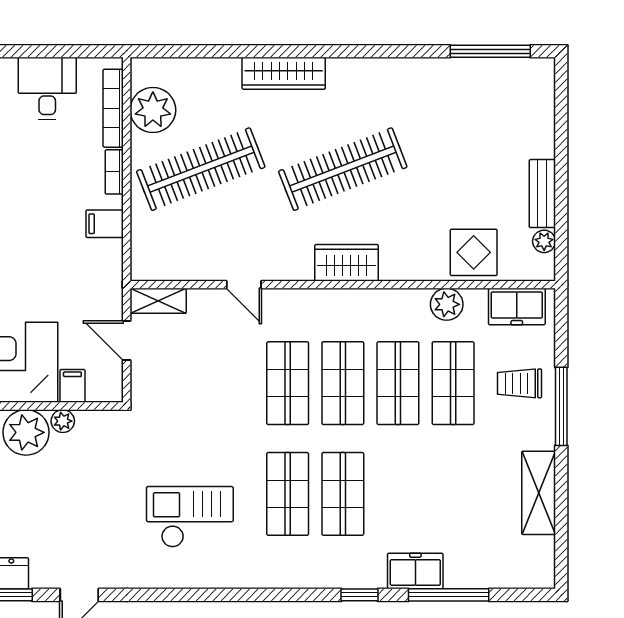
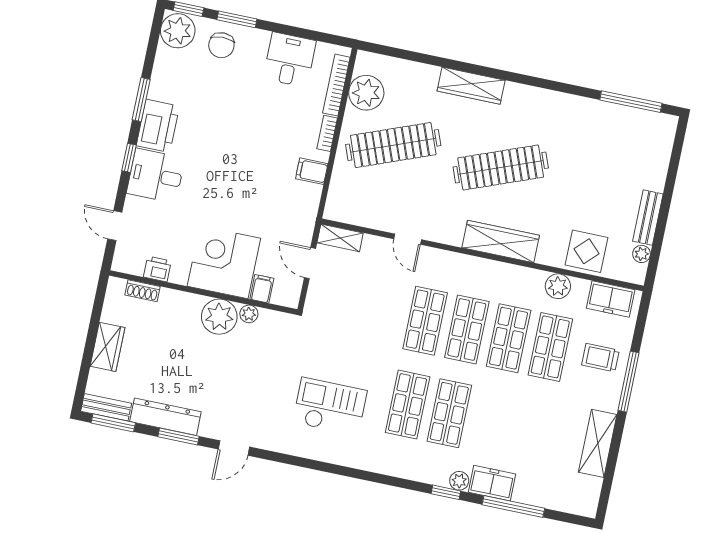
wardrobe: (347, 263) -> (501, 241), width x1.50
plant: (373, 577) -> (459, 481), added

